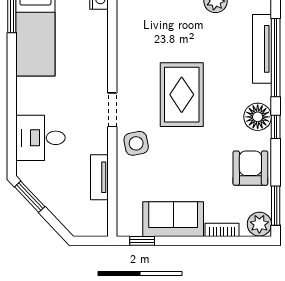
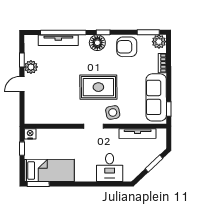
rug: (182, 95) -> (98, 87), moved
tv unit: (99, 177) -> (138, 134), width x1.41
window: (30, 197) -> (154, 163), moved
sofa: (173, 219) -> (156, 97), width x1.36

